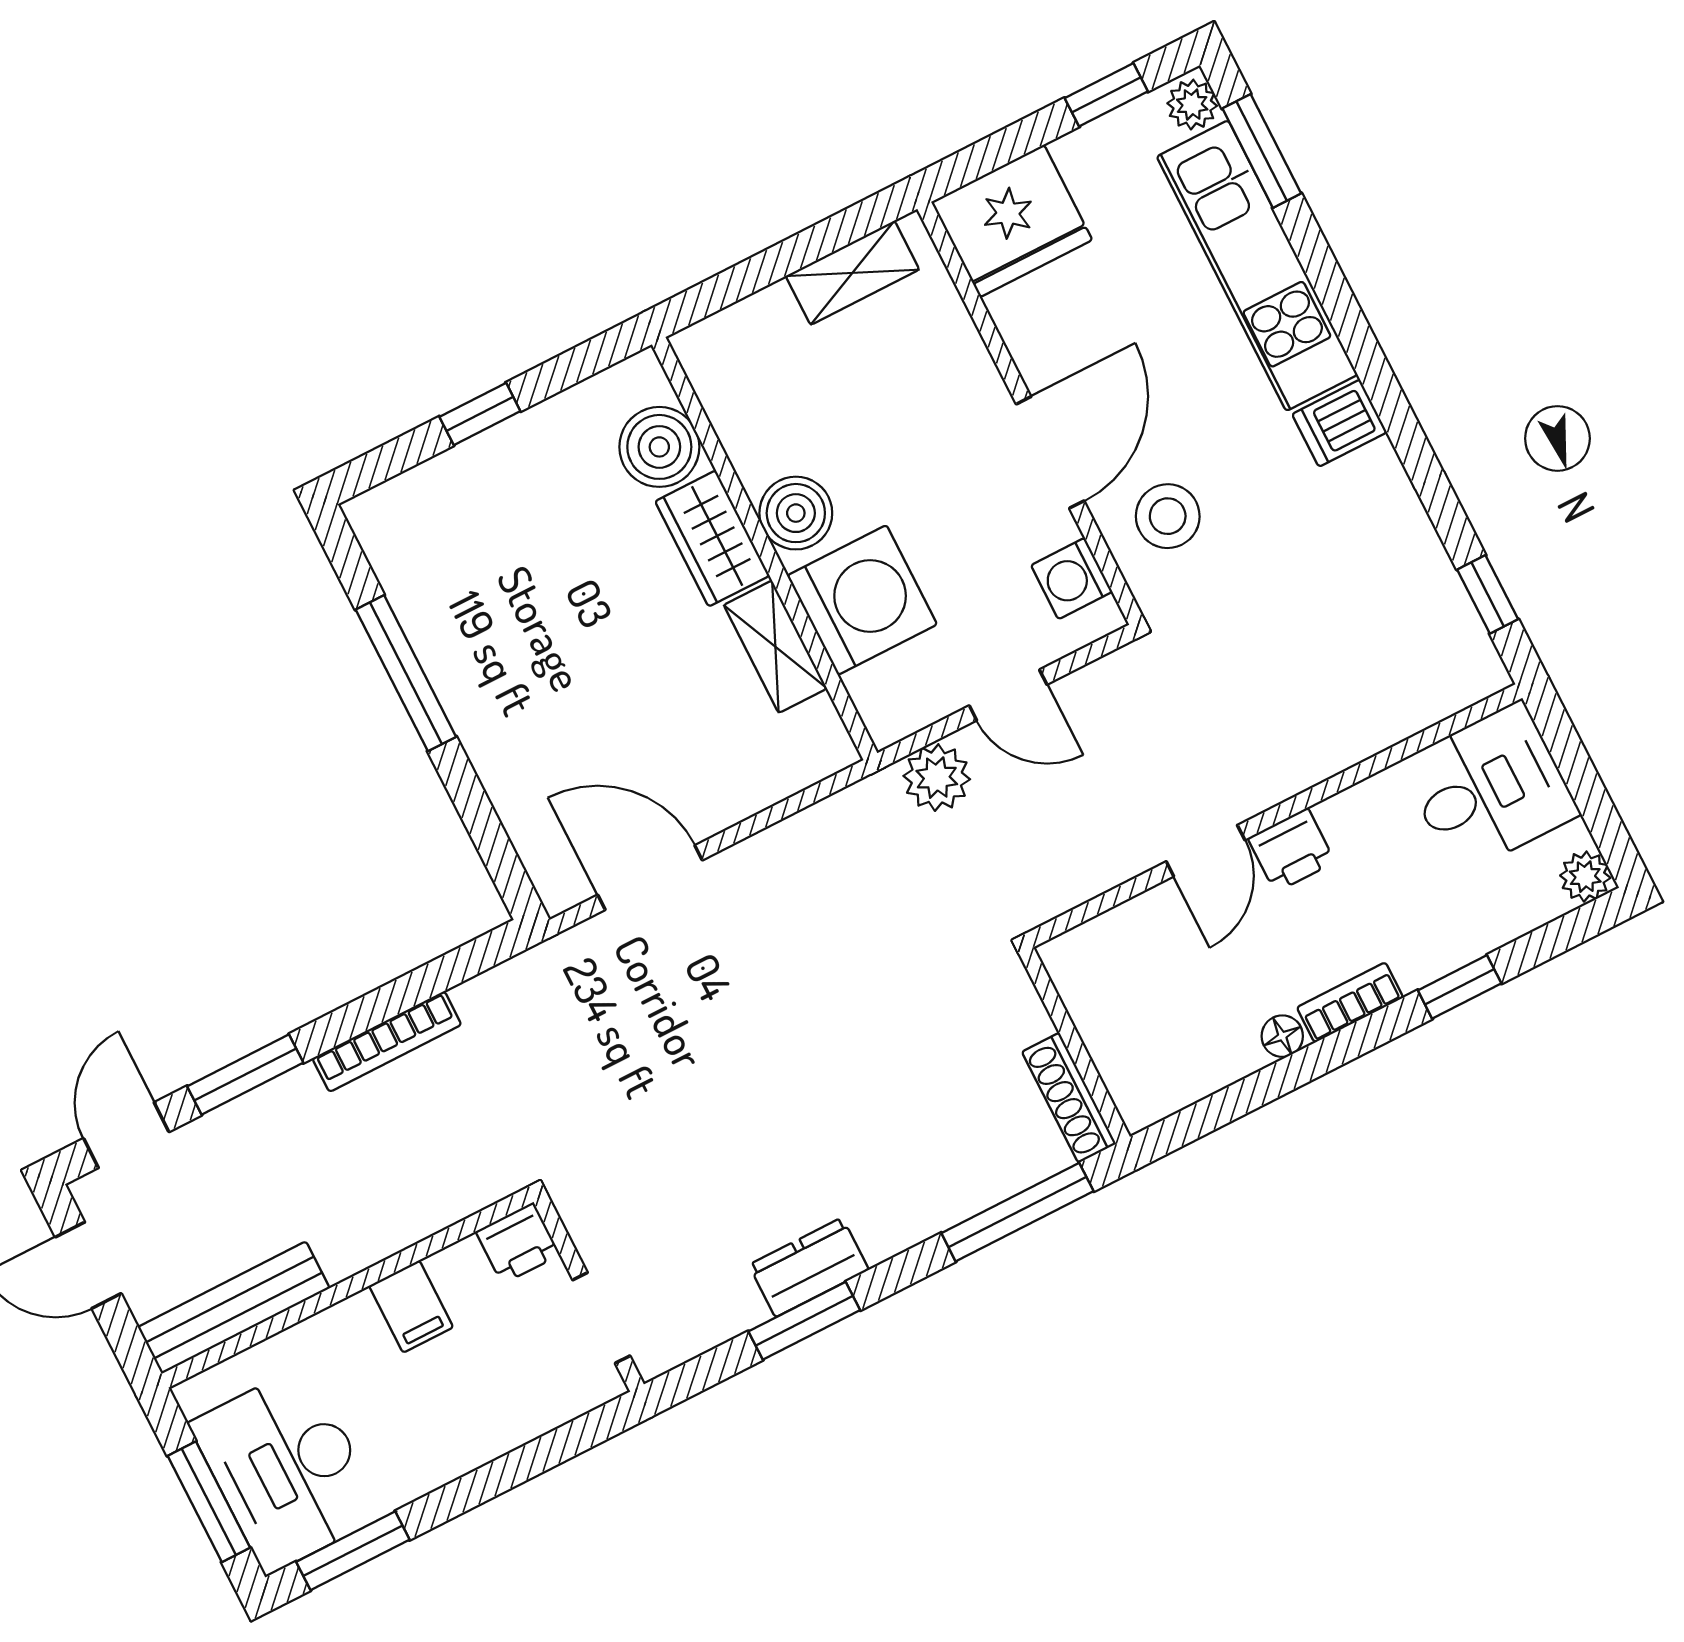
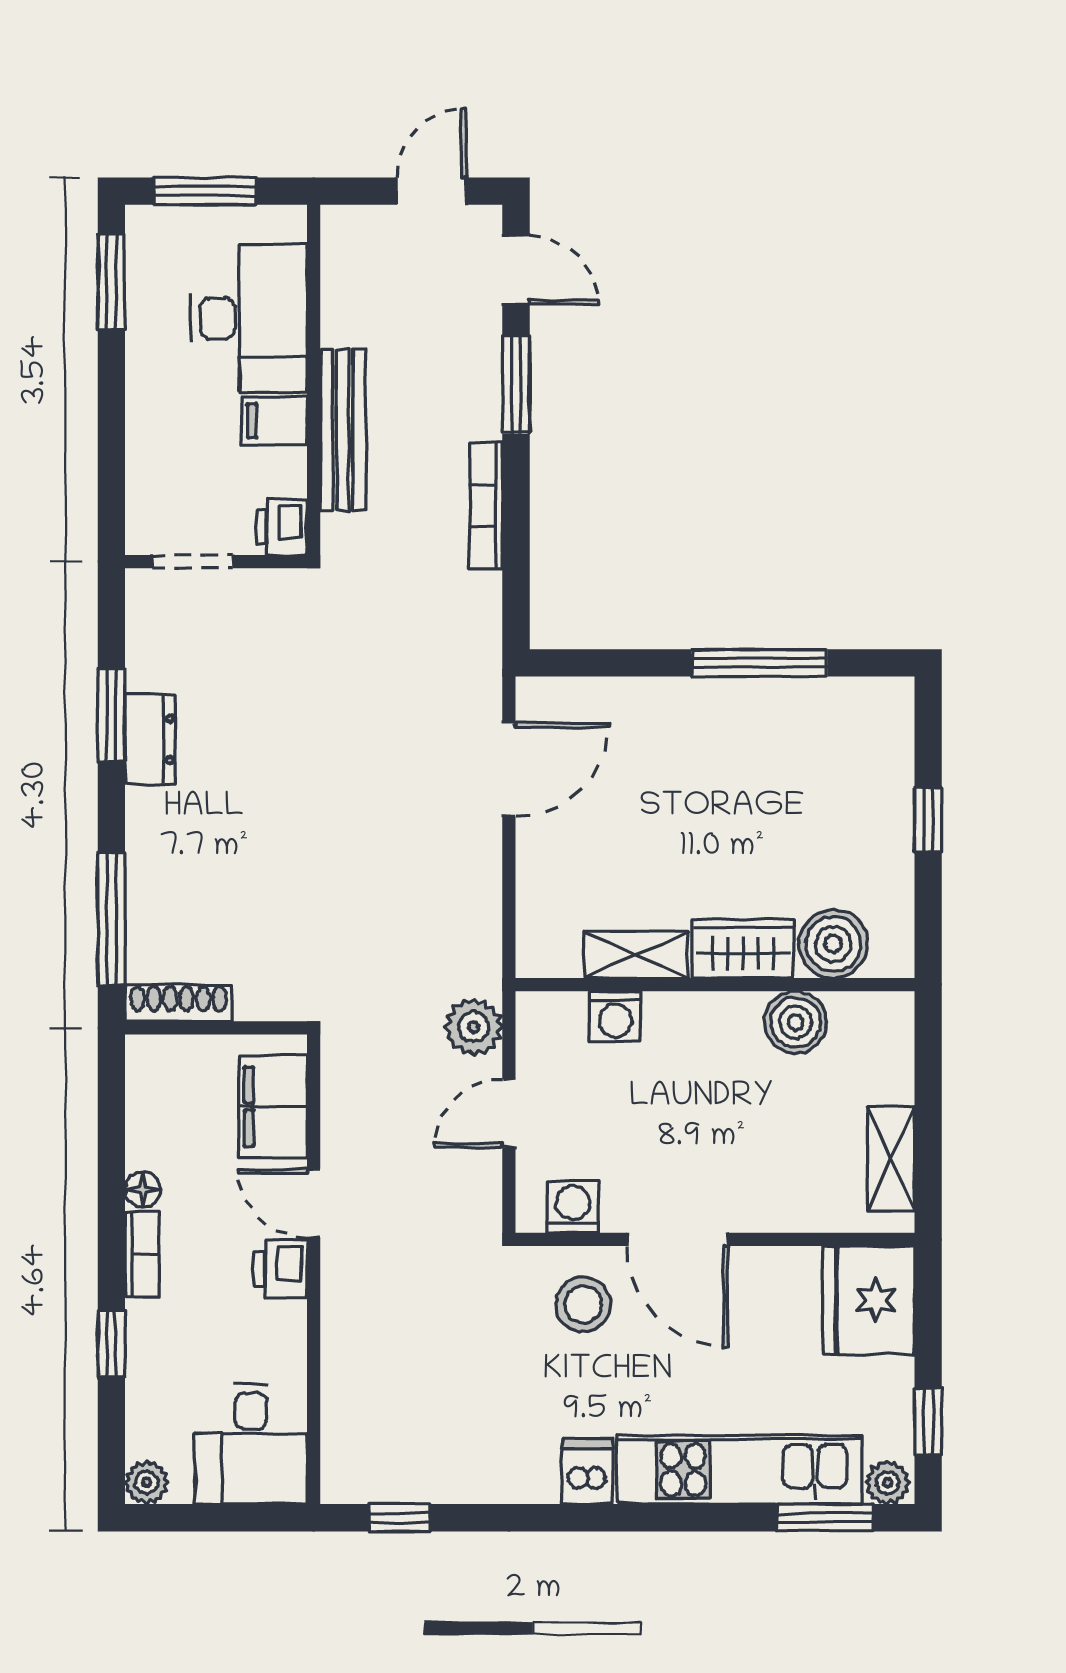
boiler: (796, 513) -> (796, 1022), moved
washing machine: (862, 600) -> (616, 1016), width x0.53, depth x0.53
filing cabinet: (1126, 945) -> (273, 1106), added
bench: (234, 1308) -> (343, 430), moved
desk: (287, 1469) -> (249, 318), moved, turned 90

